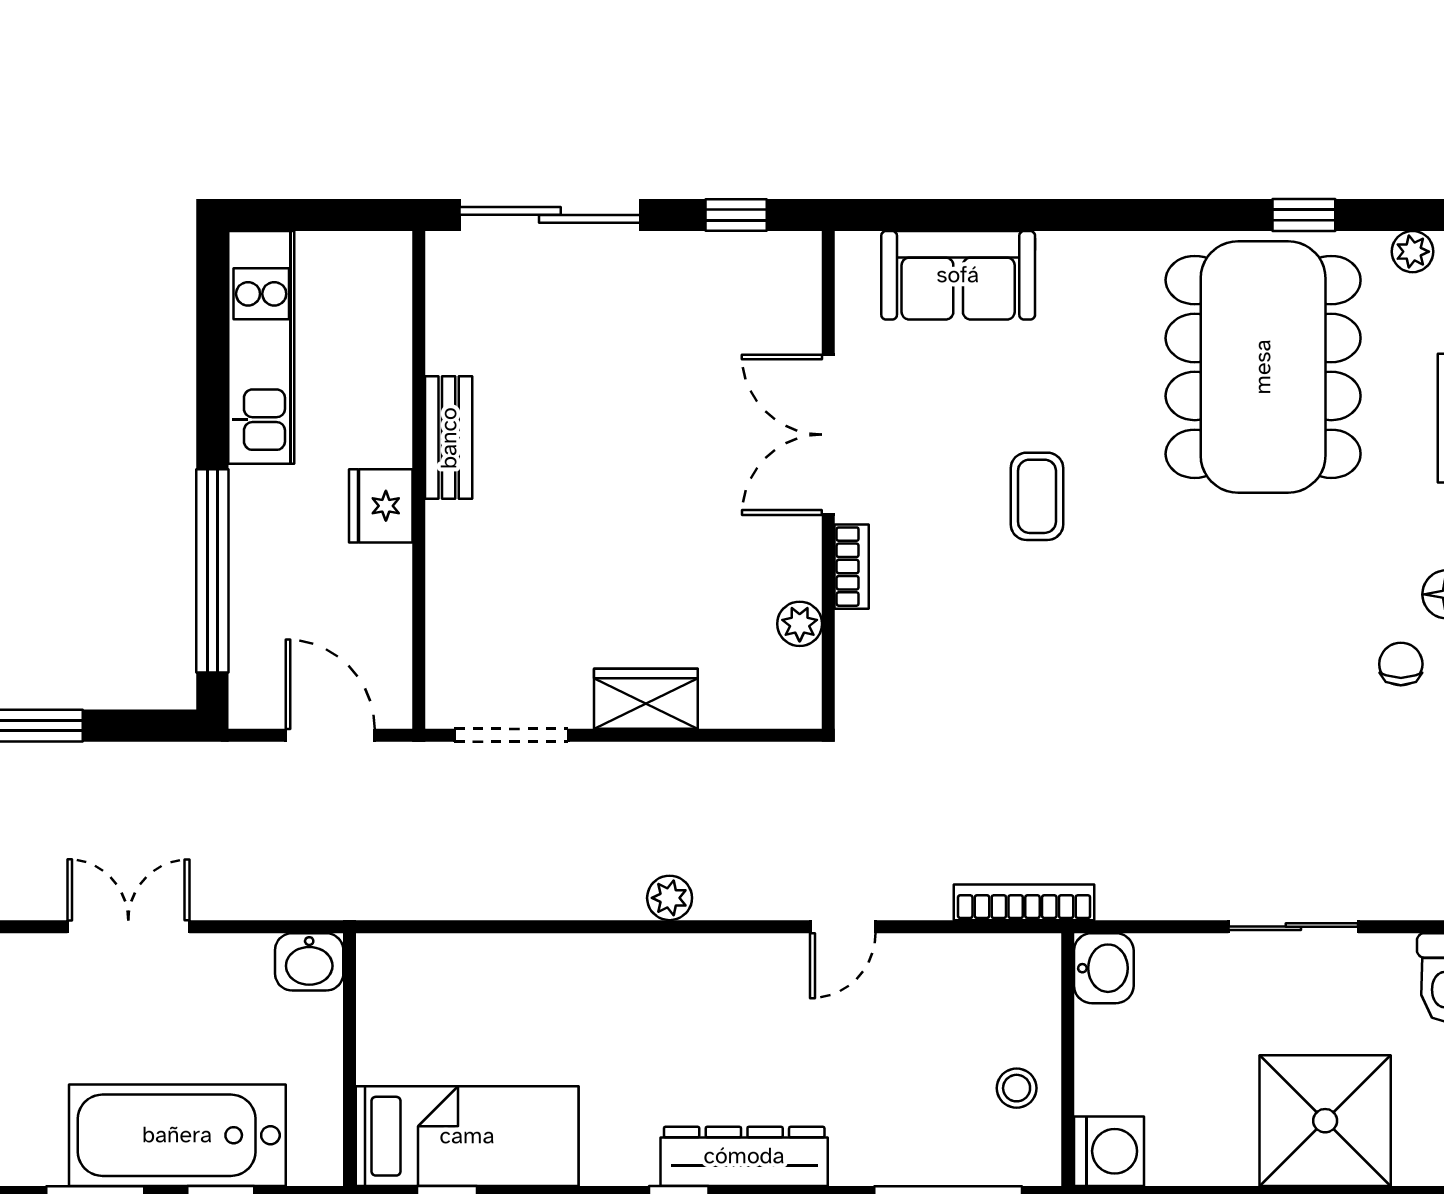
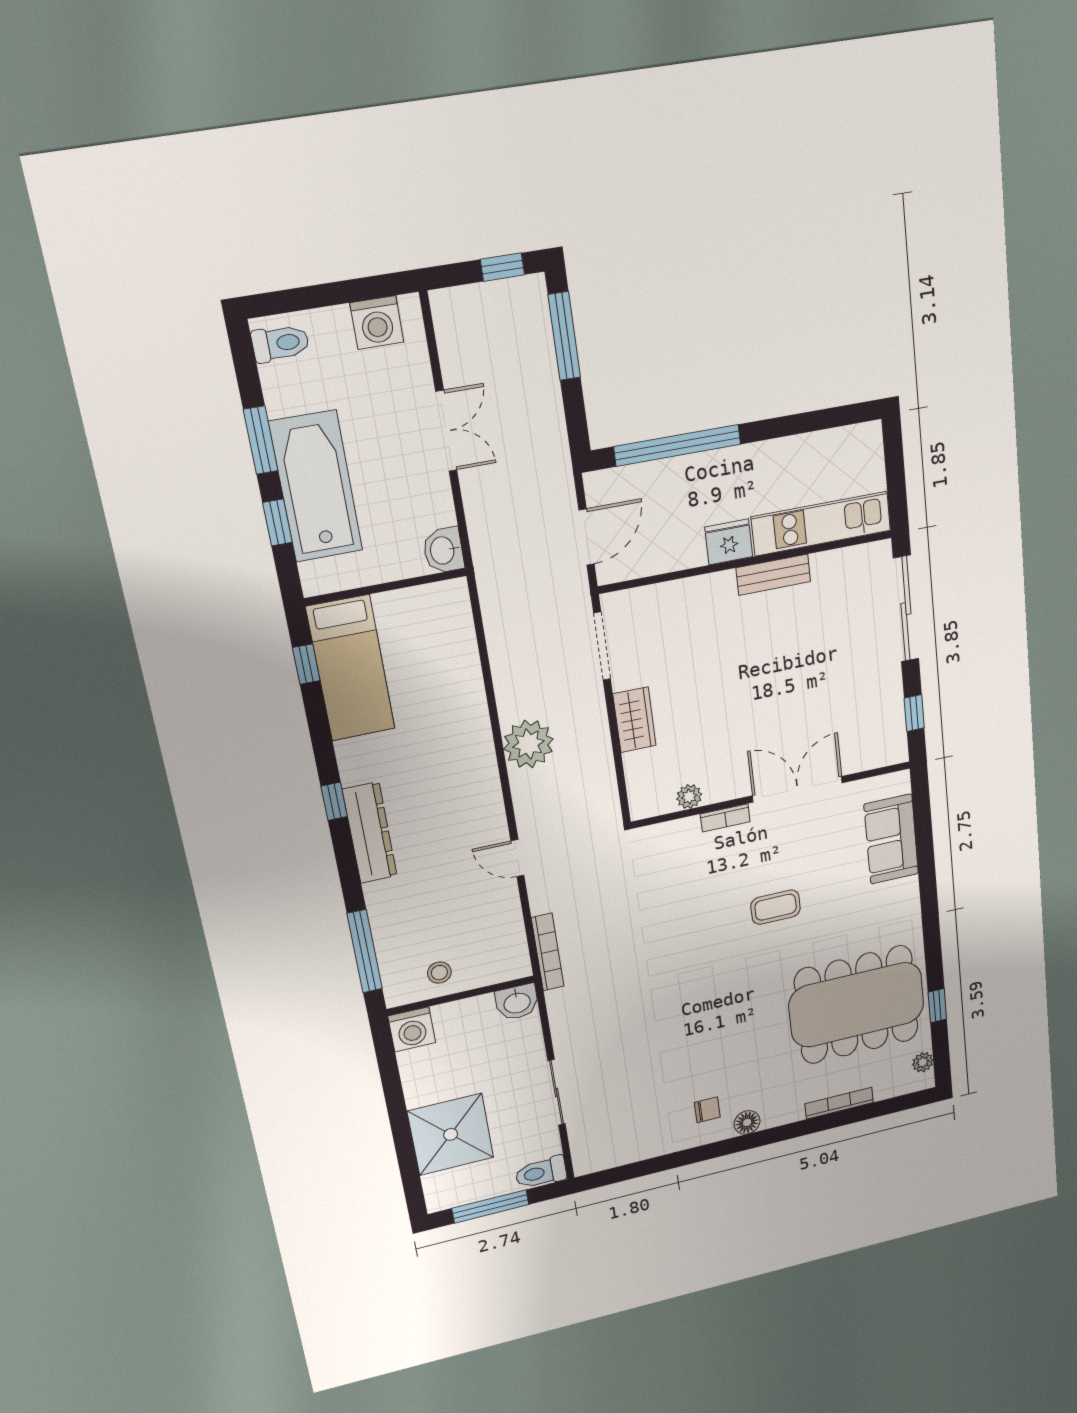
kitchen unit: (261, 347) -> (821, 524), moved, turned 180
plant: (670, 898) -> (528, 744), width x1.87, depth x1.87

